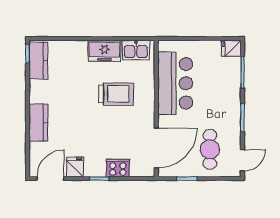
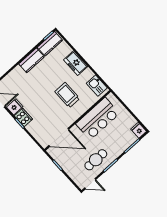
freezer: (104, 51) -> (76, 63), moved
trolley: (116, 94) -> (67, 95), turned 180
kitchen counter: (39, 123) -> (32, 60), moved
cafe table: (210, 149) -> (96, 160), moved
cooker: (118, 168) -> (23, 117), moved

